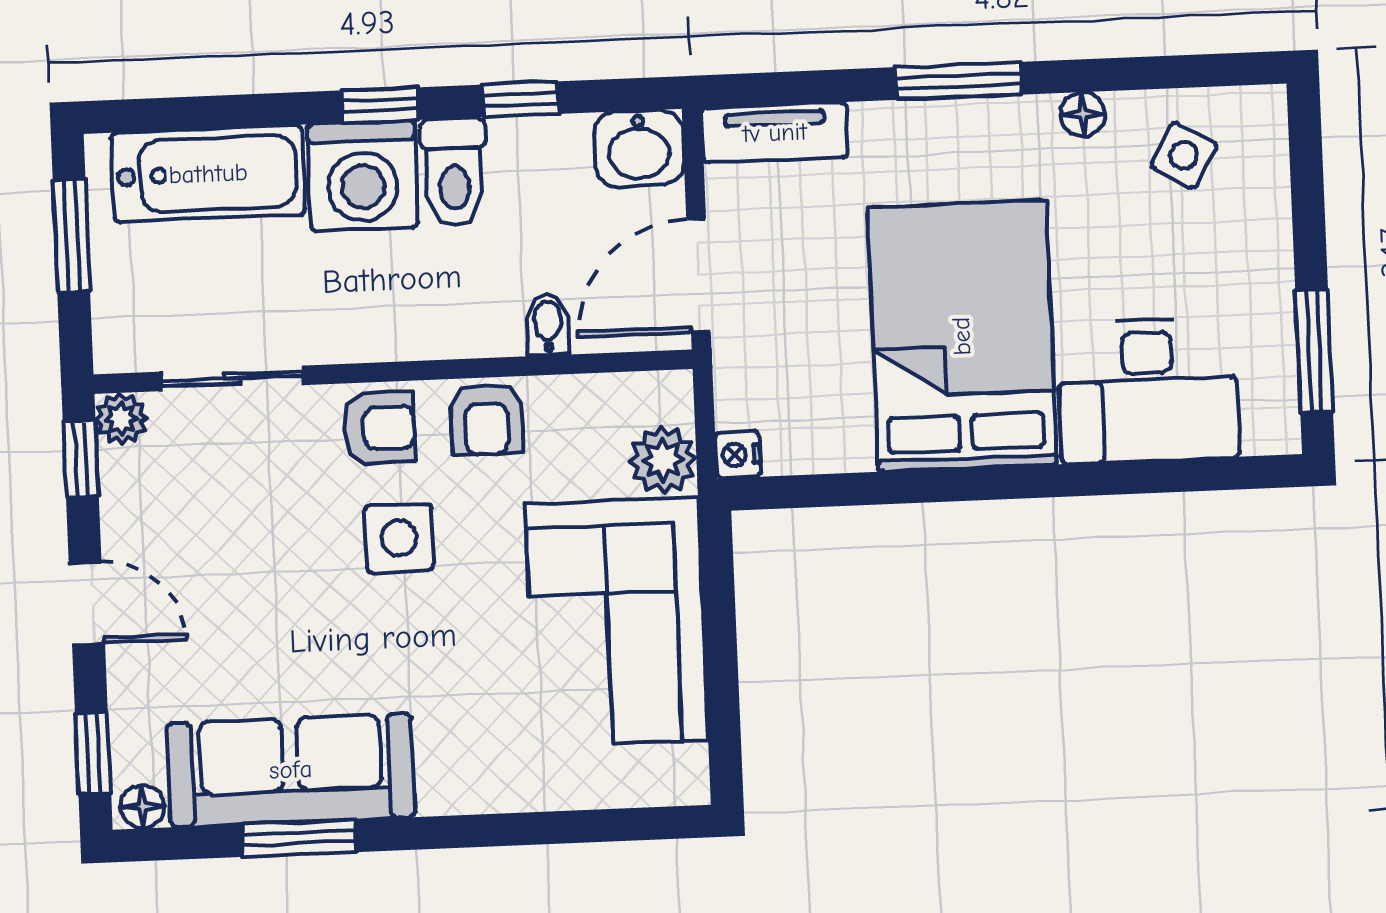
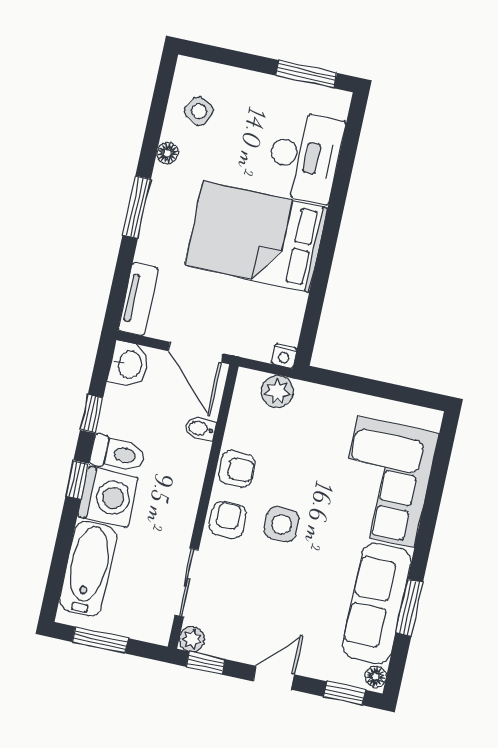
corner sofa: (617, 622) -> (386, 482), moved, turned 90

